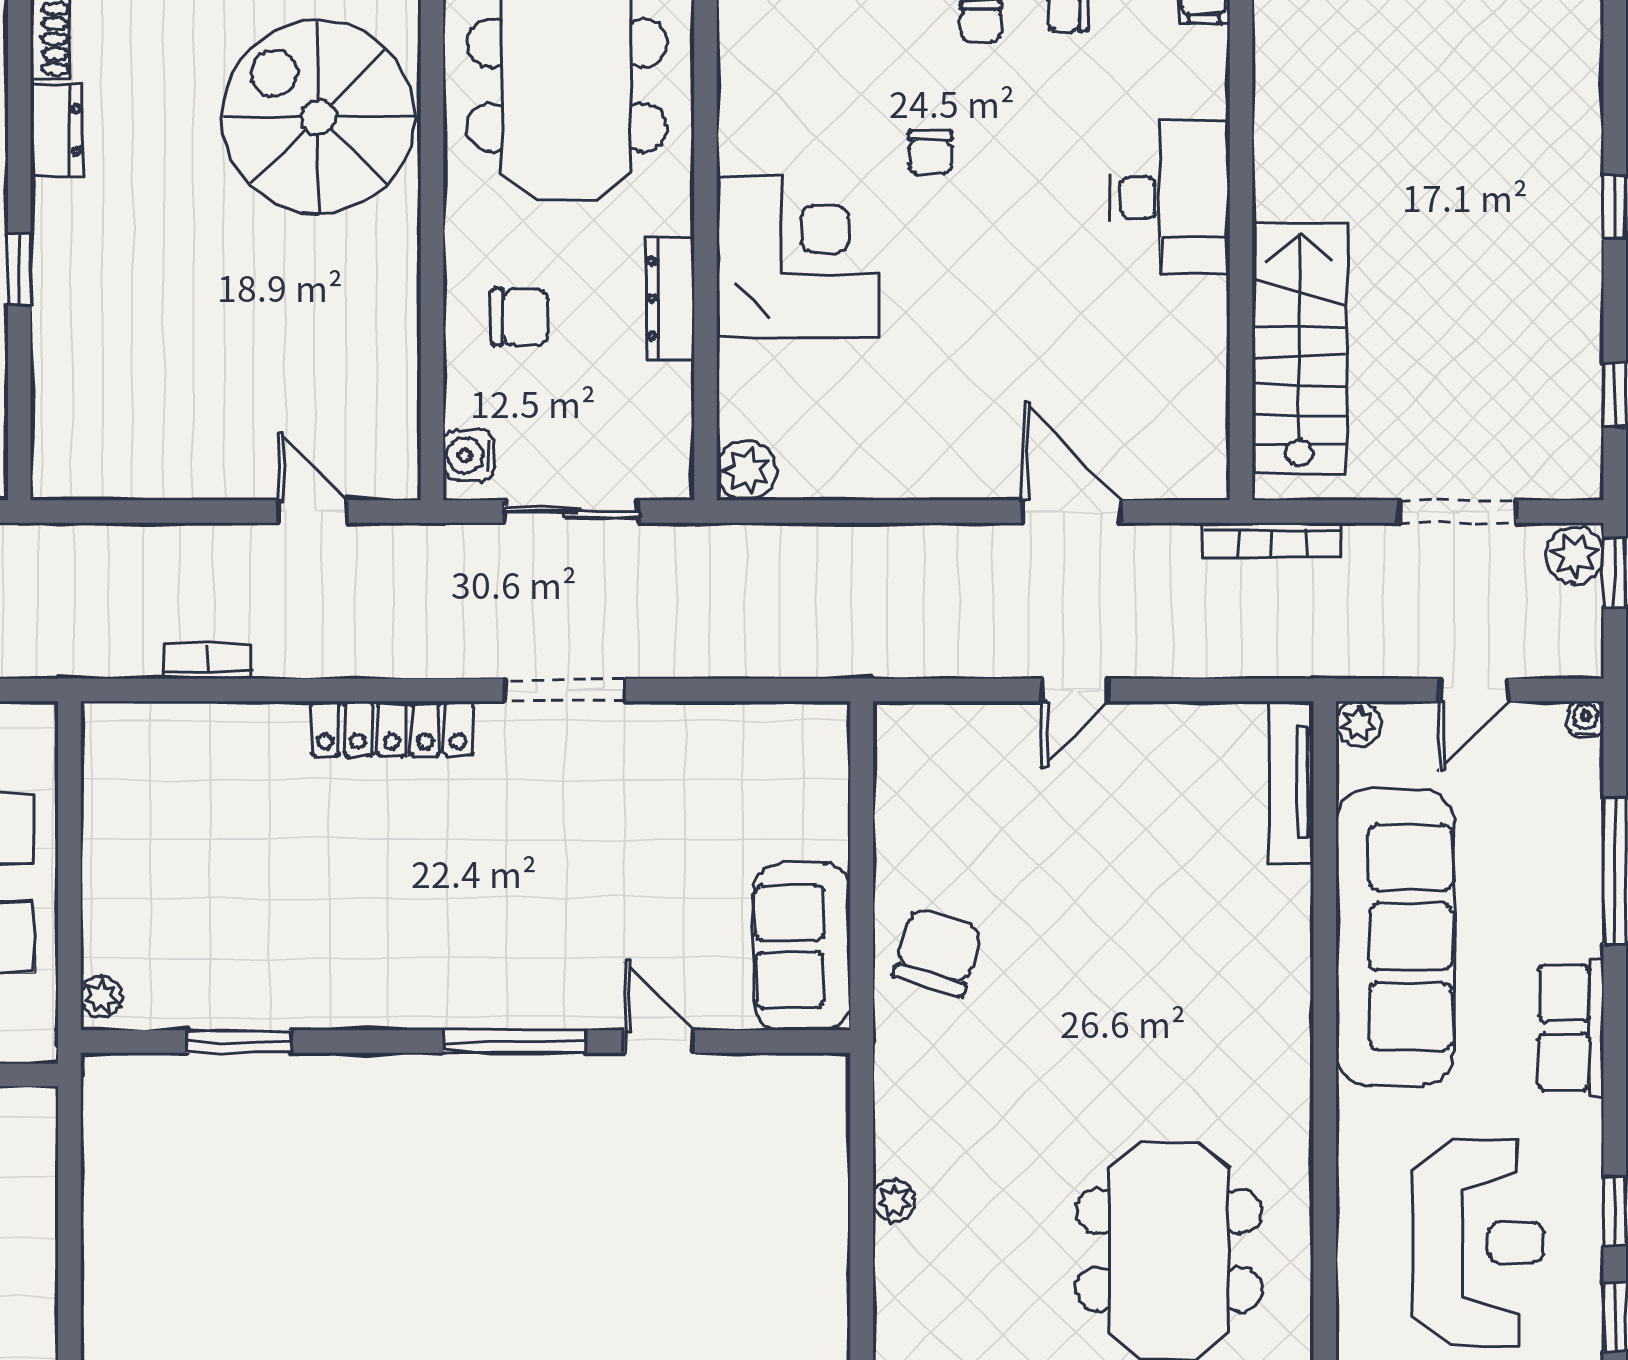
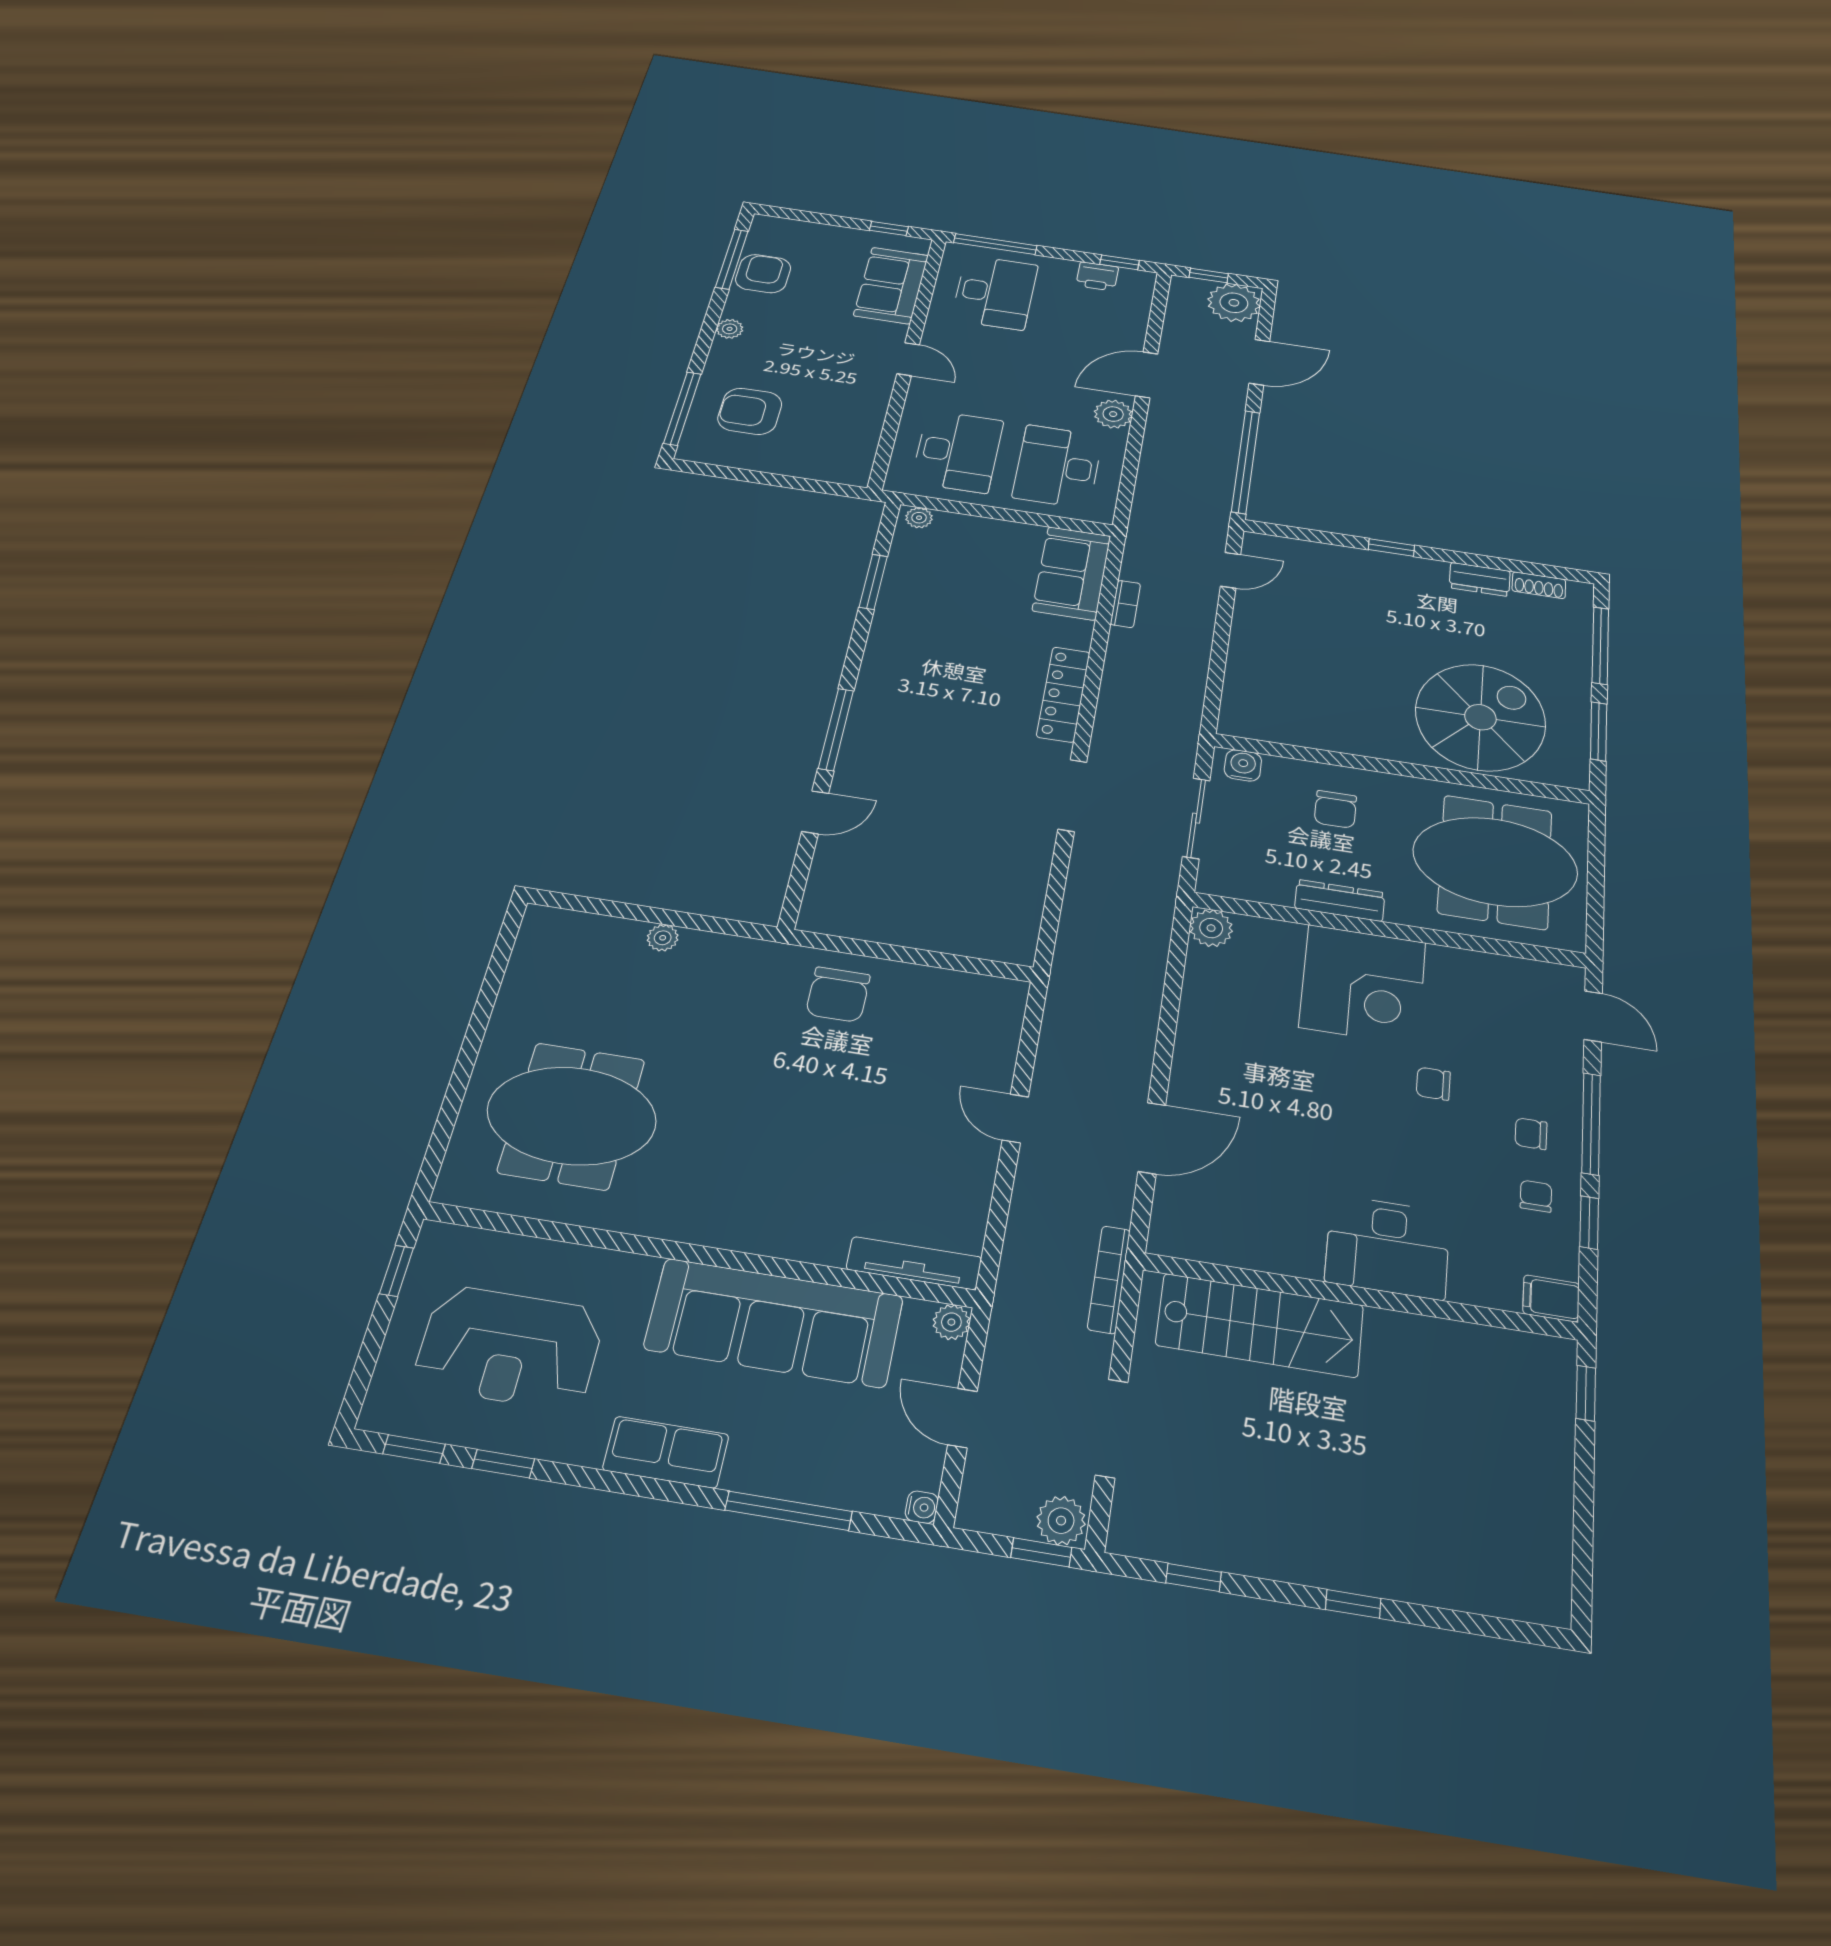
door: (312, 511) -> (1231, 570), moved
sofa: (802, 946) -> (1072, 573), moved, turned -90
chair: (937, 952) -> (838, 995), turned 74

